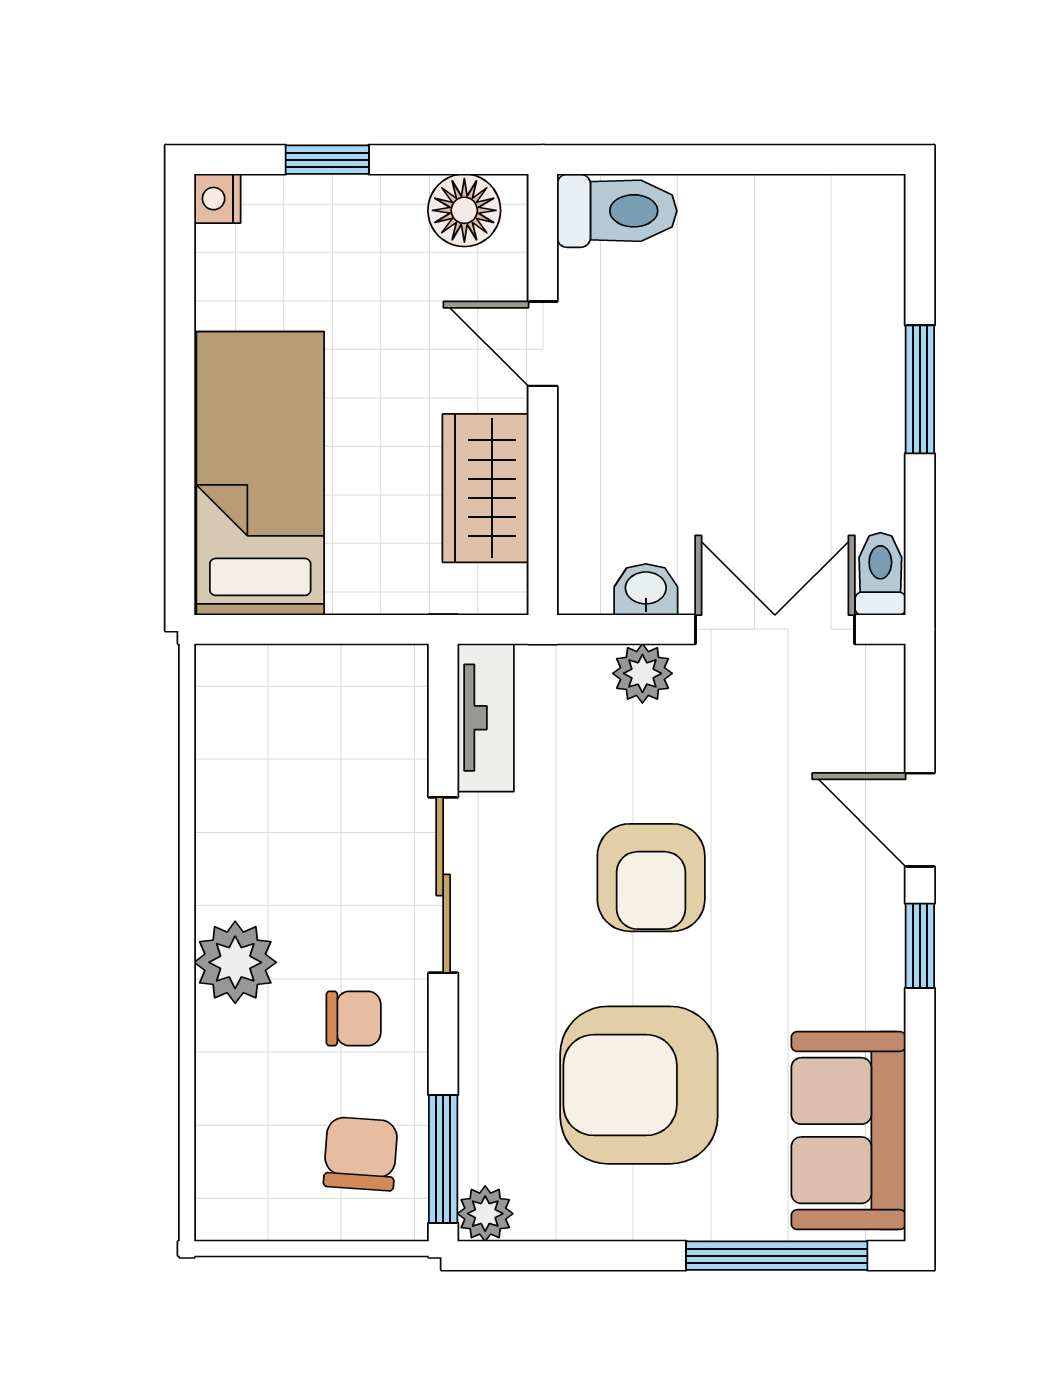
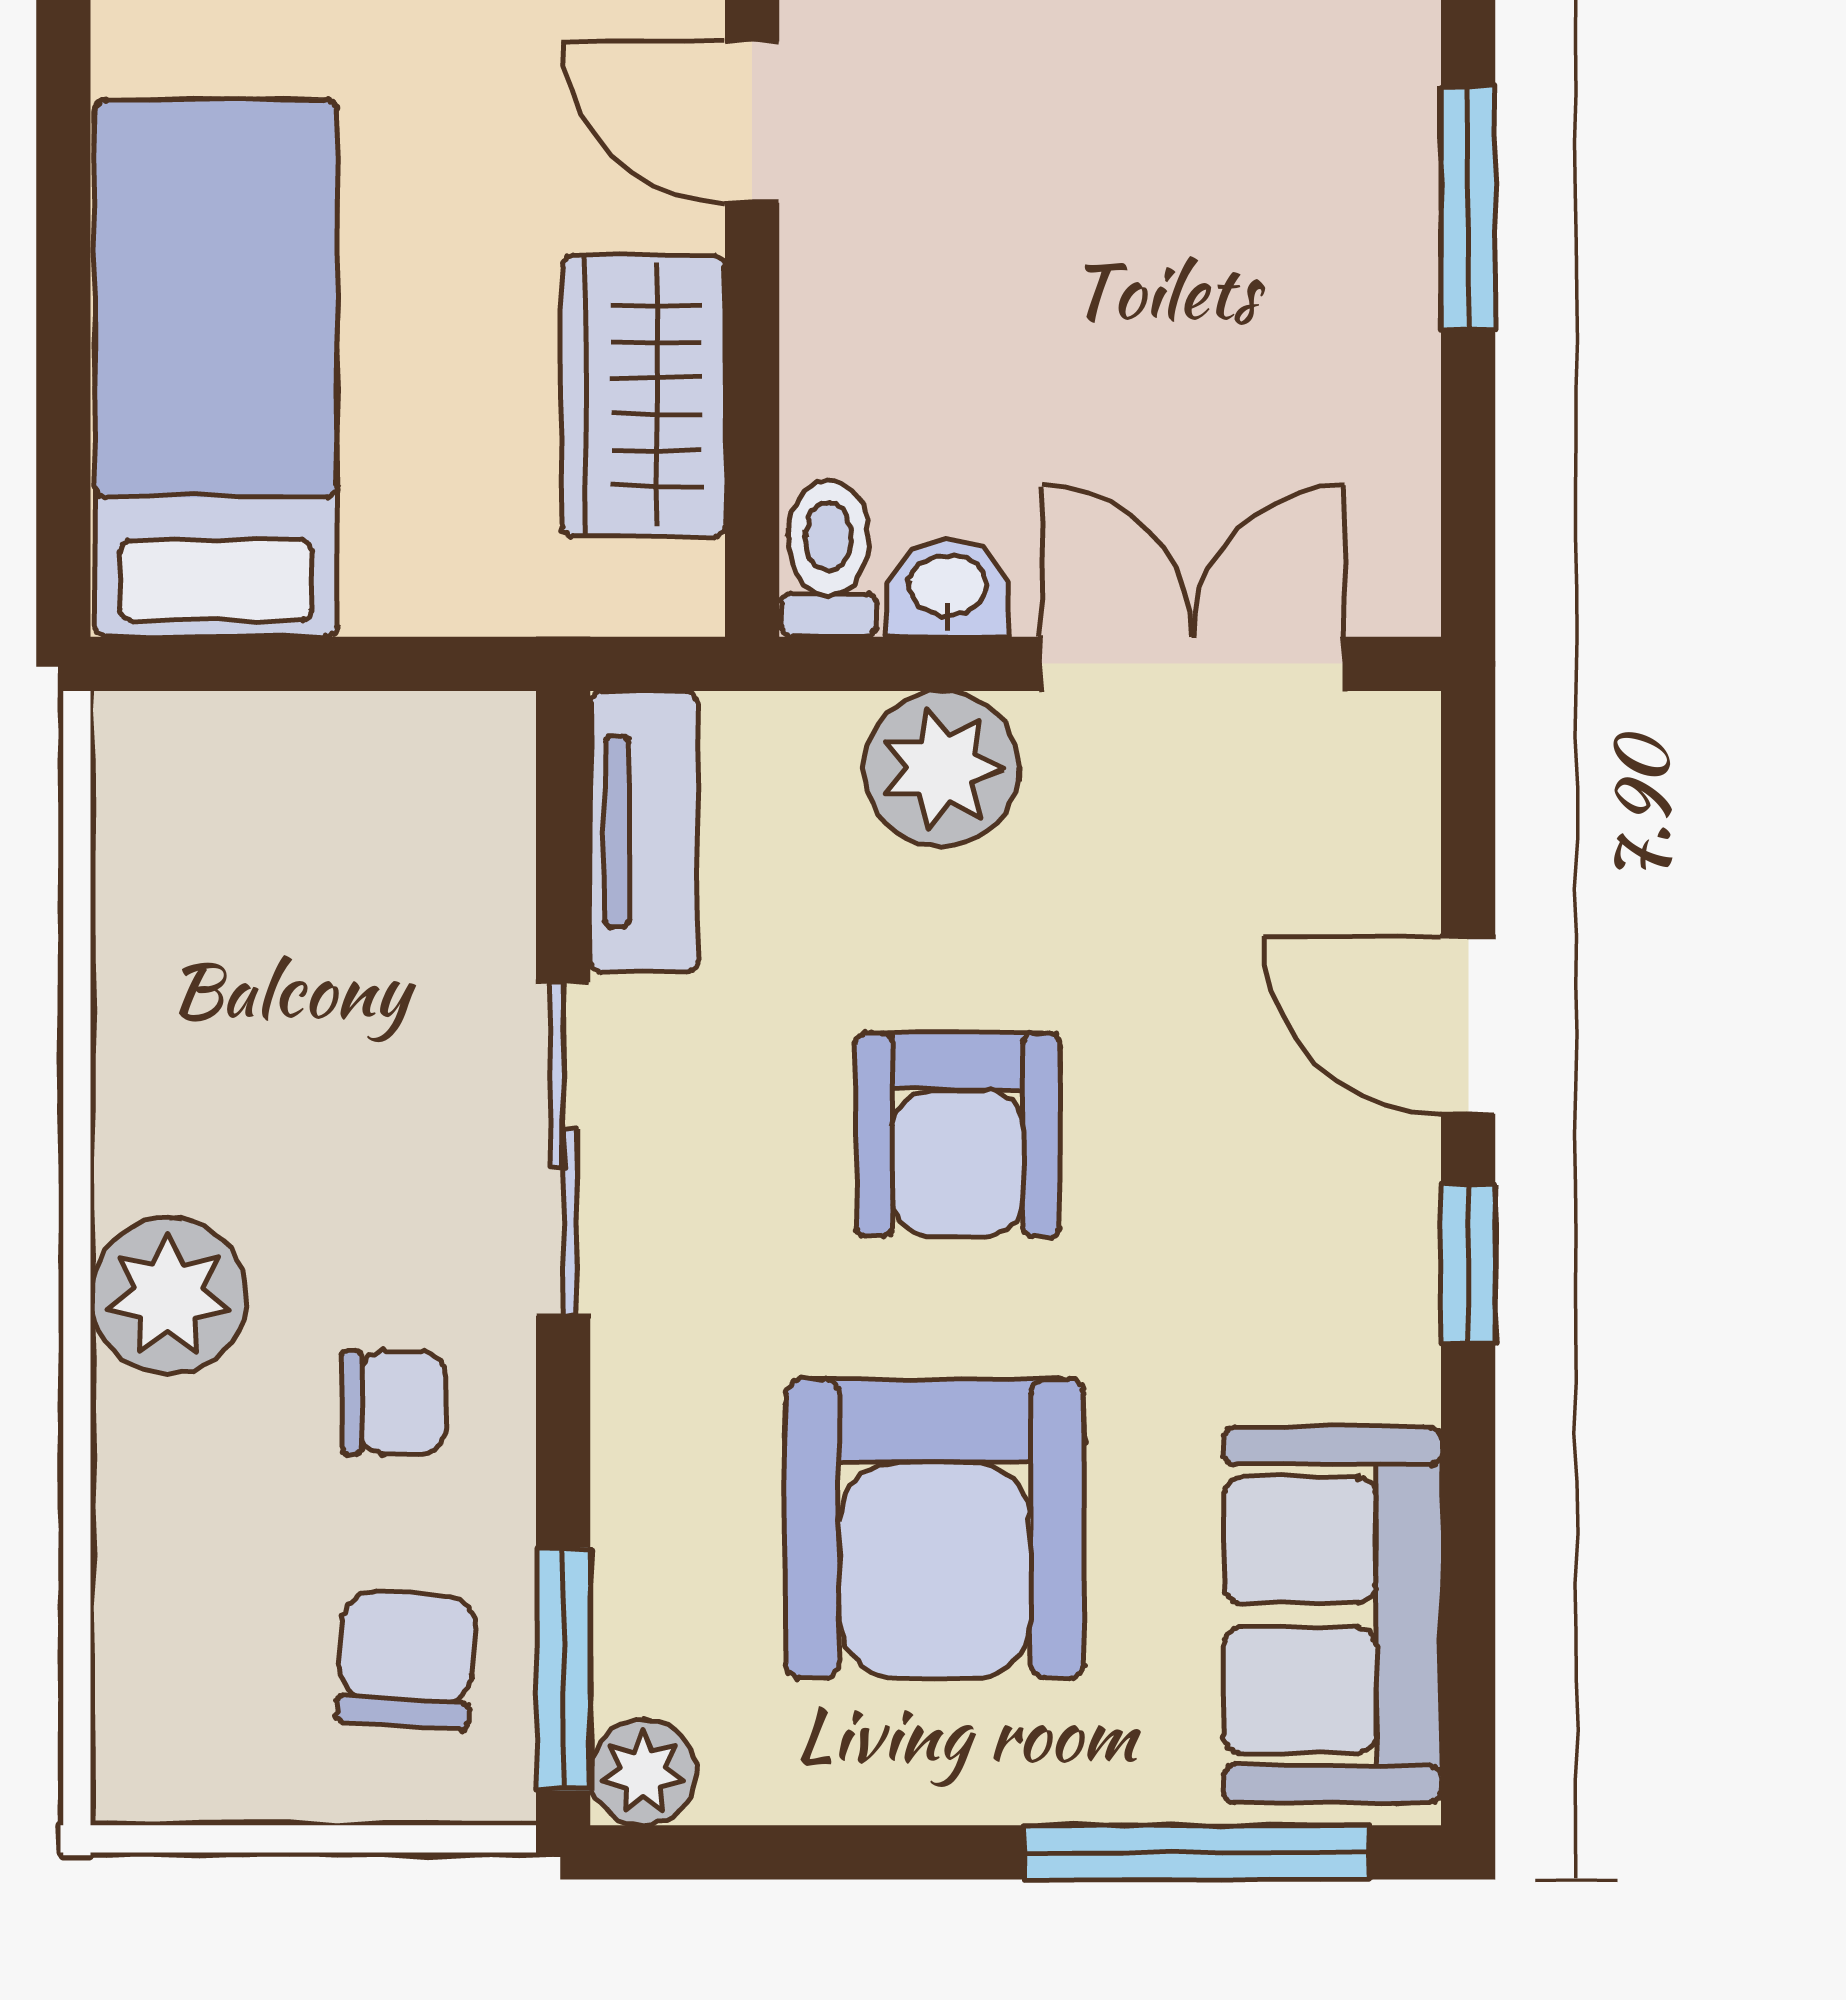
toilet: (880, 574) -> (829, 559), moved
plant: (642, 673) -> (941, 769), width x1.38, depth x1.38
armchair: (639, 1085) -> (935, 1529), turned -90

